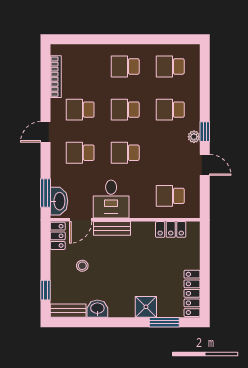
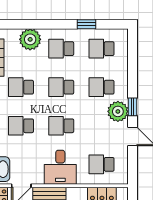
window: (154, 39) -> (87, 24), added
plant: (90, 56) -> (30, 39), added
plant: (194, 137) -> (118, 111), width x1.87, depth x1.87
desk: (111, 199) -> (60, 167), moved

